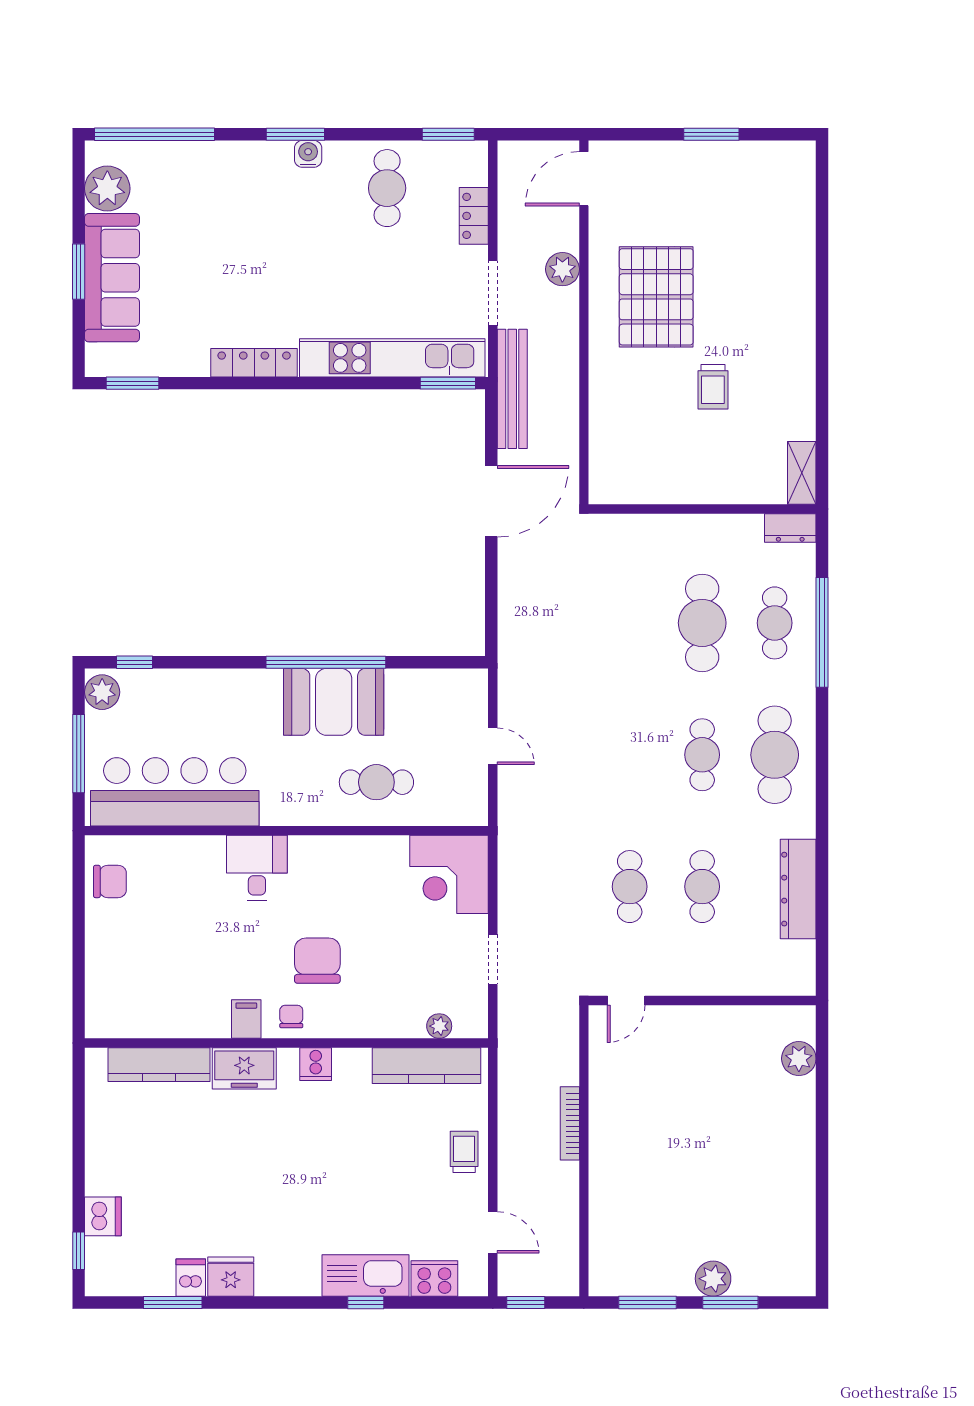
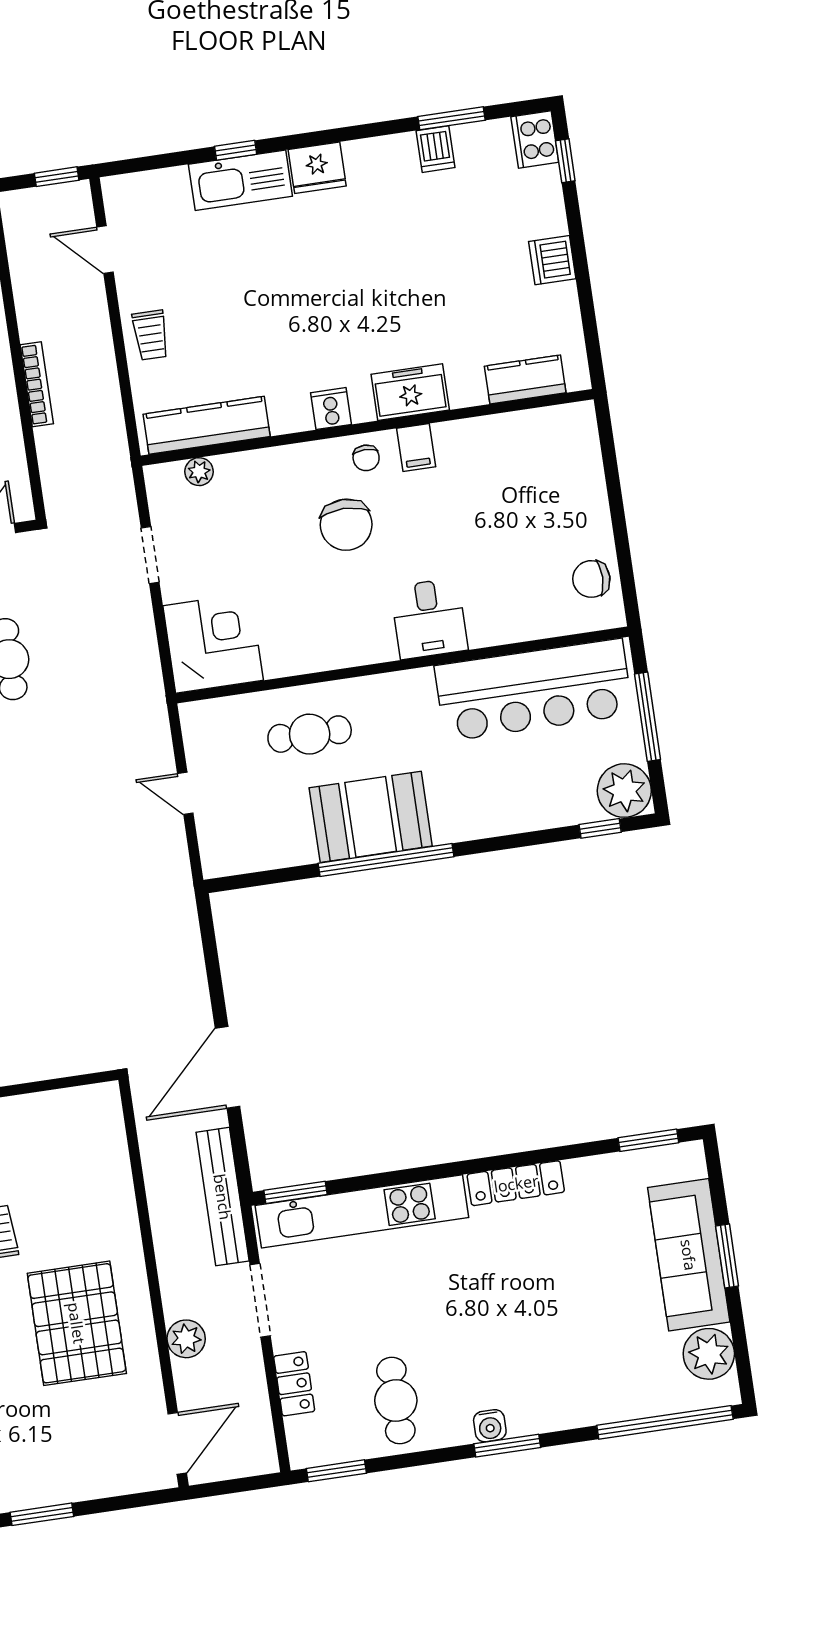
plant: (102, 692) -> (624, 791), width x1.36, depth x1.36
kitchen counter: (159, 1065) -> (525, 379), width x0.67
dishwasher: (103, 1216) -> (552, 260), moved
fridge: (231, 1277) -> (317, 168), moved
cooker: (434, 1278) -> (535, 139), moved, turned 90

